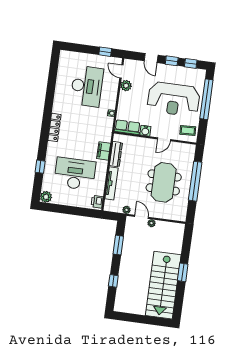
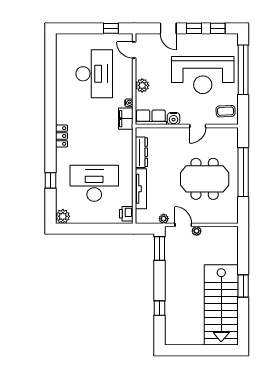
plant: (126, 86) -> (142, 85), moved
locker: (54, 127) -> (61, 136), width x0.66
filing cabinet: (104, 151) -> (126, 119), moved
meeting table: (164, 182) -> (205, 179), turned 90
window: (118, 245) -> (159, 248), moved

